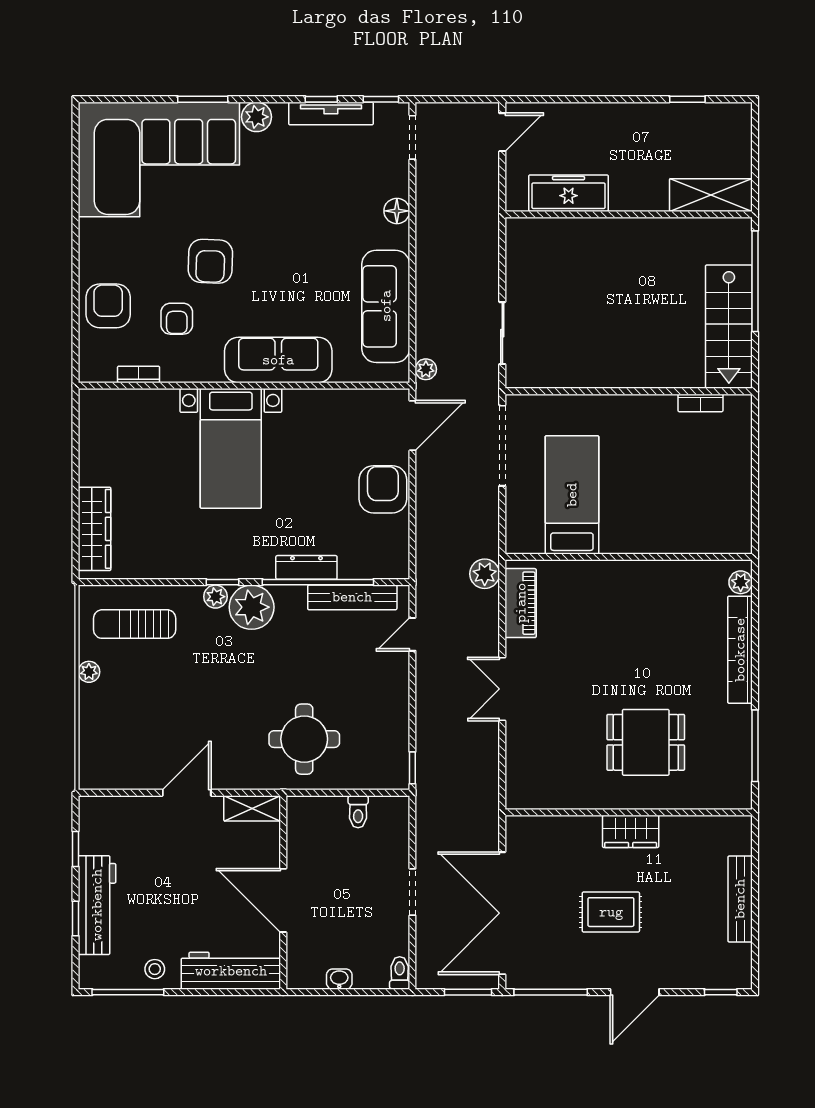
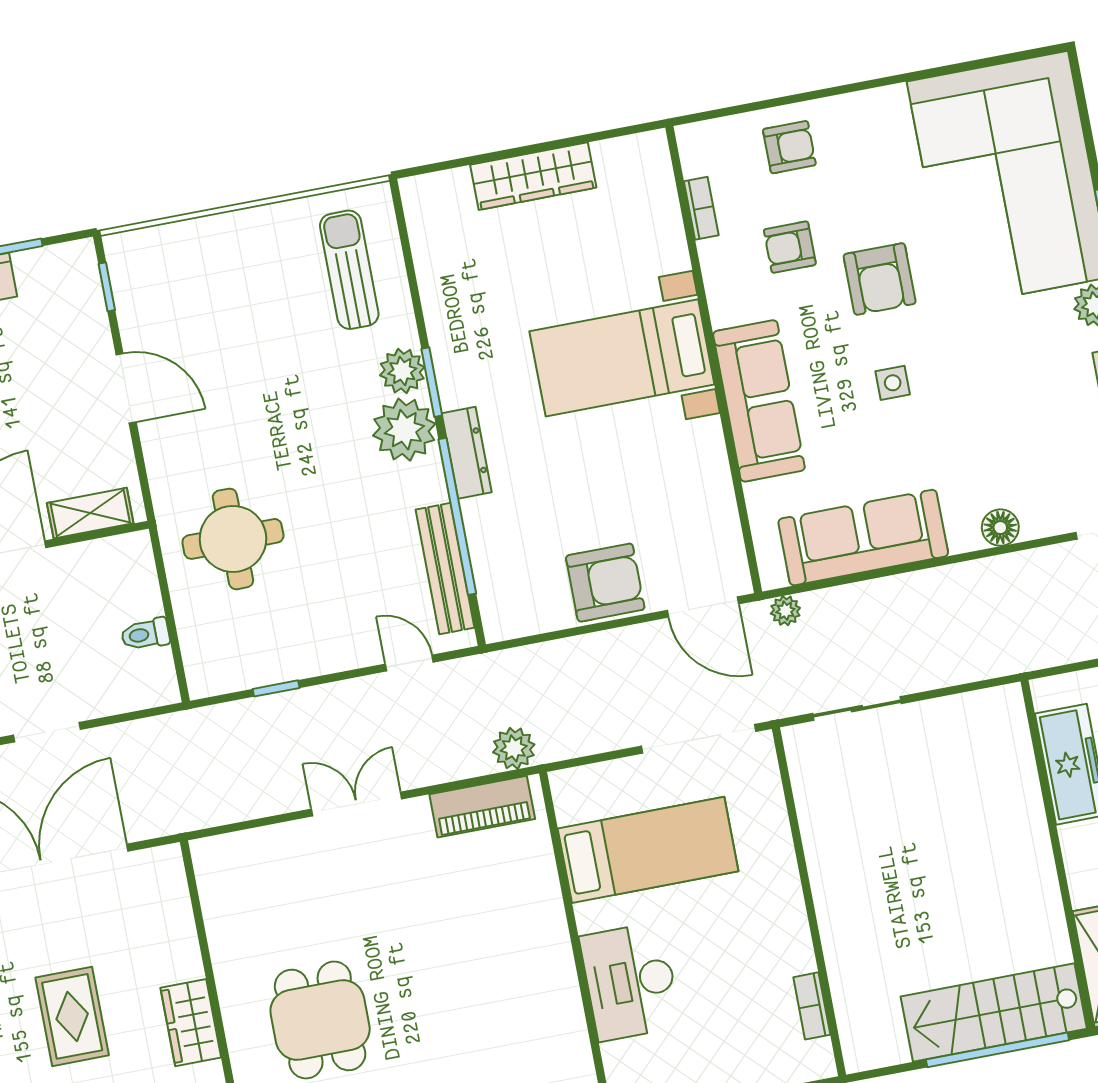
armchair: (210, 261) -> (880, 279), turned -92
side table: (283, 266) -> (893, 383), added
armchair: (108, 306) -> (789, 147), width x0.72, depth x0.72
stairs: (729, 327) -> (994, 1013), moved
desk: (660, 524) -> (630, 982), added
wardrobe: (95, 529) -> (533, 176), moved
dresser: (306, 567) -> (467, 453), moved
window: (223, 582) -> (432, 382), width x1.50
plant: (215, 597) -> (402, 371), width x1.38, depth x1.38
plant: (89, 672) -> (270, 218), removed
window: (412, 768) -> (276, 688), moved
window: (115, 793) -> (107, 287), added
shelving: (252, 808) -> (90, 513), moved, turned 90

